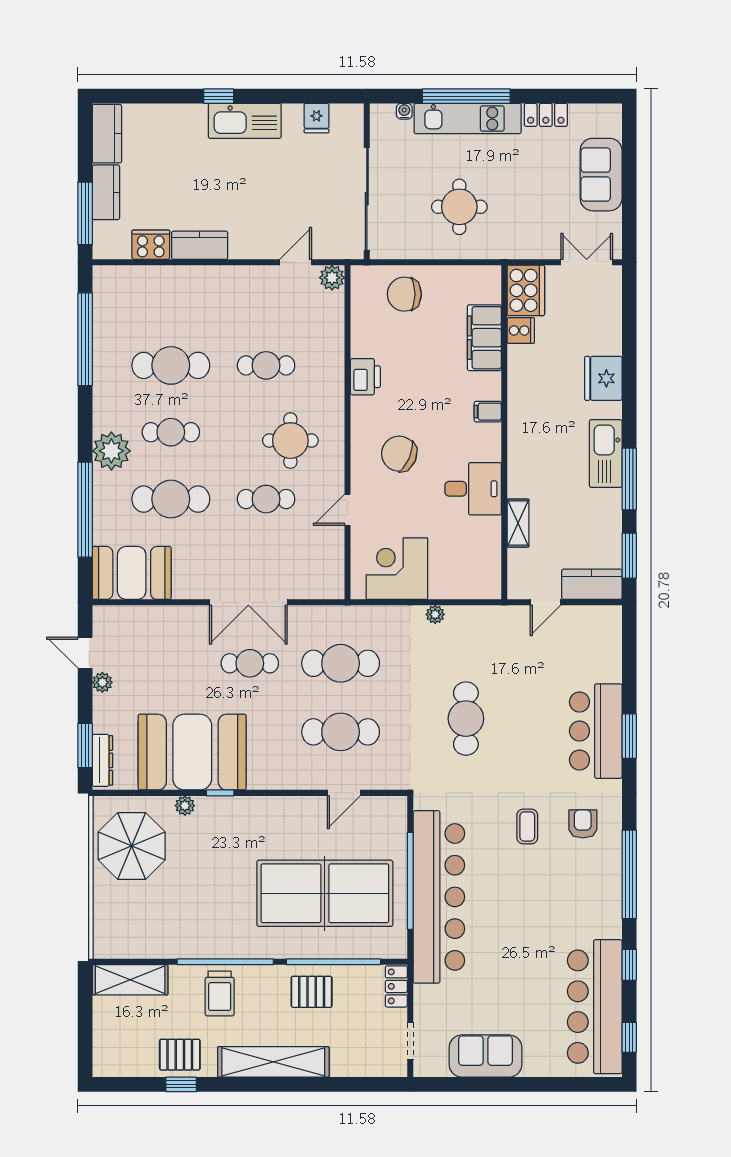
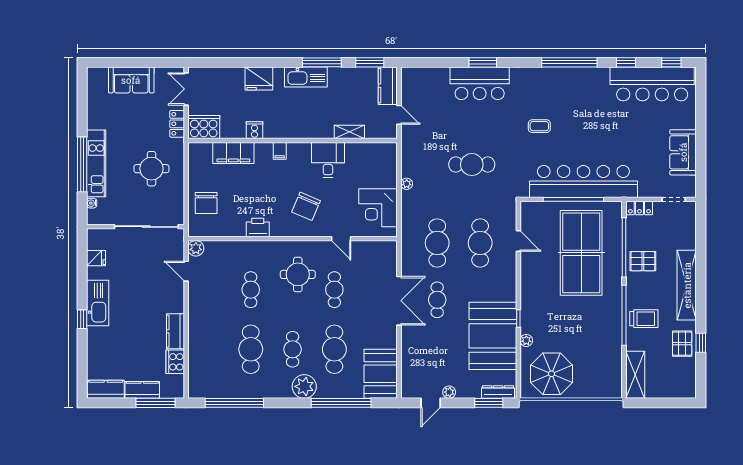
locker: (546, 115) -> (177, 124), moved, turned 180
cooker: (521, 330) -> (255, 130), moved
armchair: (583, 824) -> (538, 91), removed
pallet: (312, 992) -> (643, 261), turned 90

